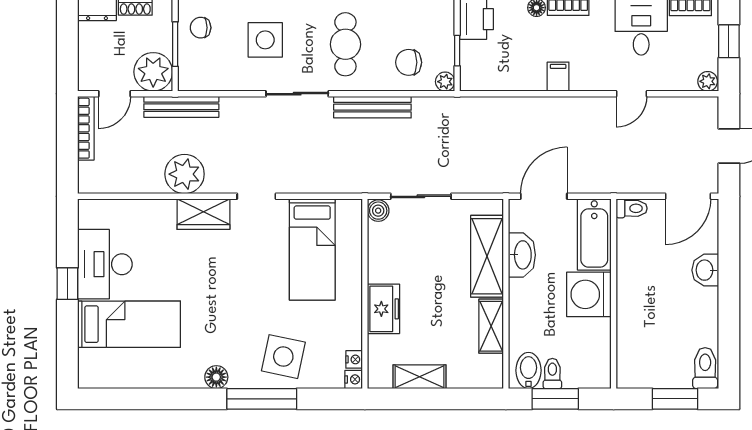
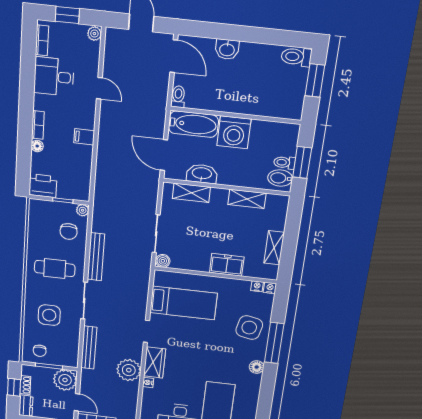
bench: (181, 107) -> (89, 348), moved
nightstand: (166, 207) -> (148, 382), added
shelving: (487, 256) -> (191, 193), width x0.67, depth x0.75

